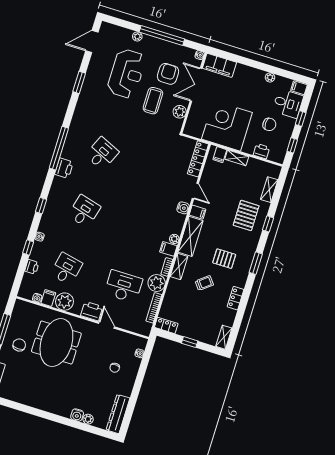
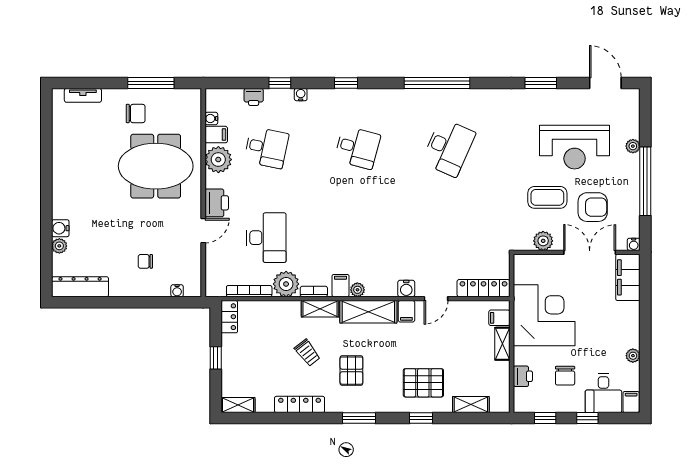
desk: (102, 153) -> (448, 148), width x1.37
printer: (64, 168) -> (410, 99), removed
locker: (236, 298) -> (300, 404), width x1.53

